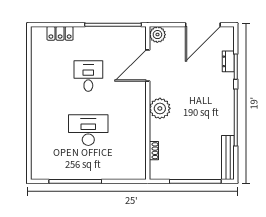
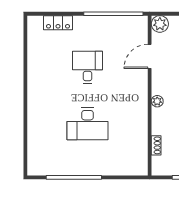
door: (148, 66) -> (150, 56), width x0.73
plant: (160, 108) -> (157, 101), width x0.53, depth x0.53
desk: (88, 130) -> (88, 124), turned 180

